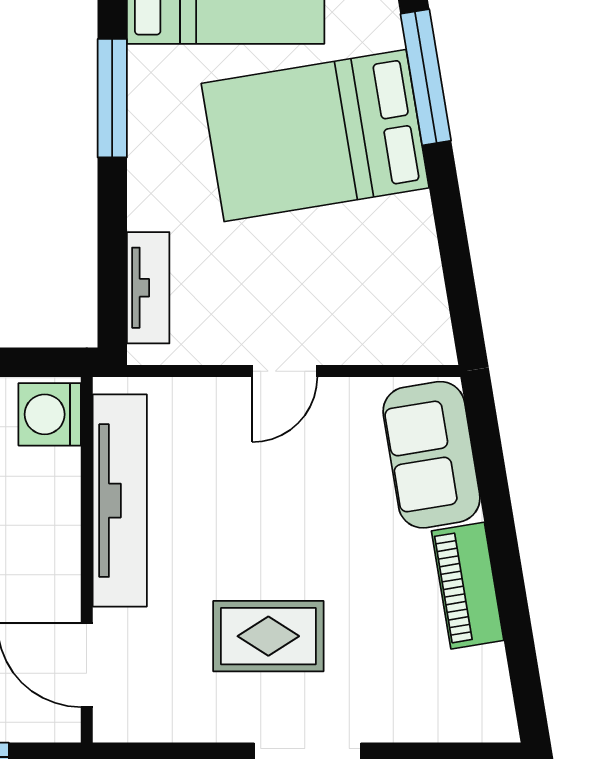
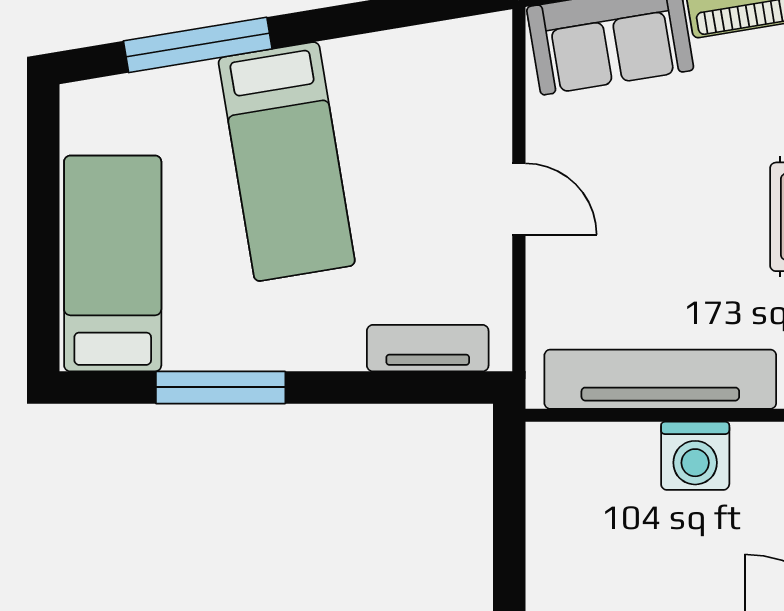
bed: (315, 136) -> (287, 162), width x0.67
washing machine: (50, 414) -> (695, 456), moved

